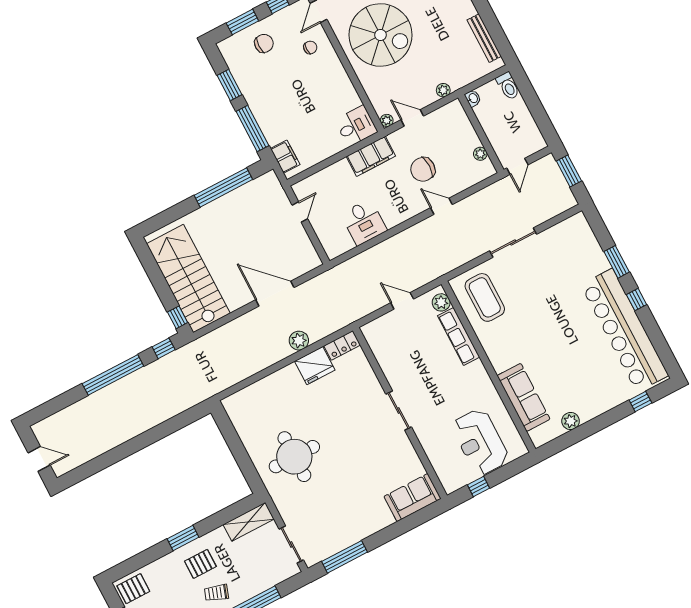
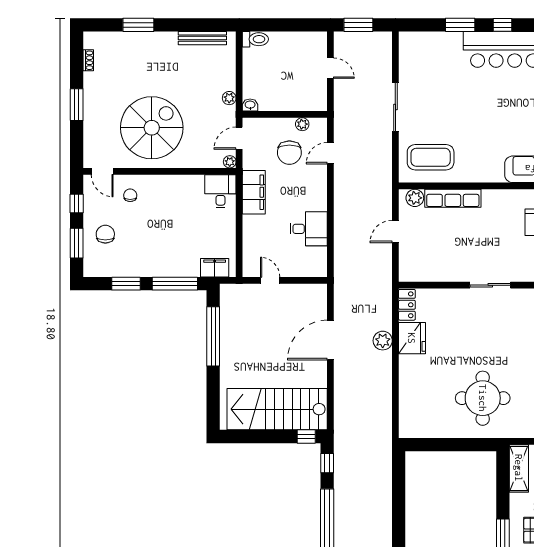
washbasin: (473, 98) -> (250, 105), moved
wall: (481, 134) -> (285, 114), moved
plant: (480, 154) -> (302, 124), moved

